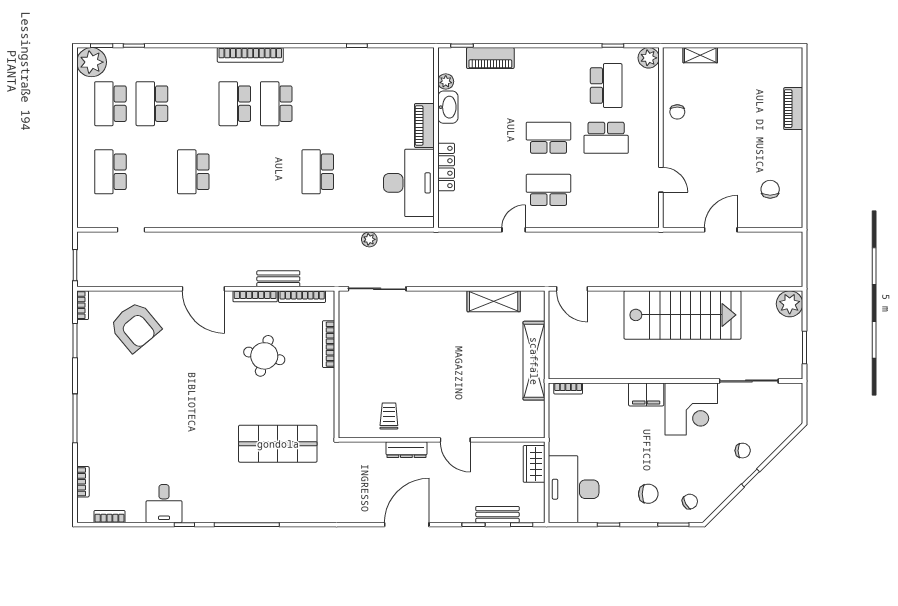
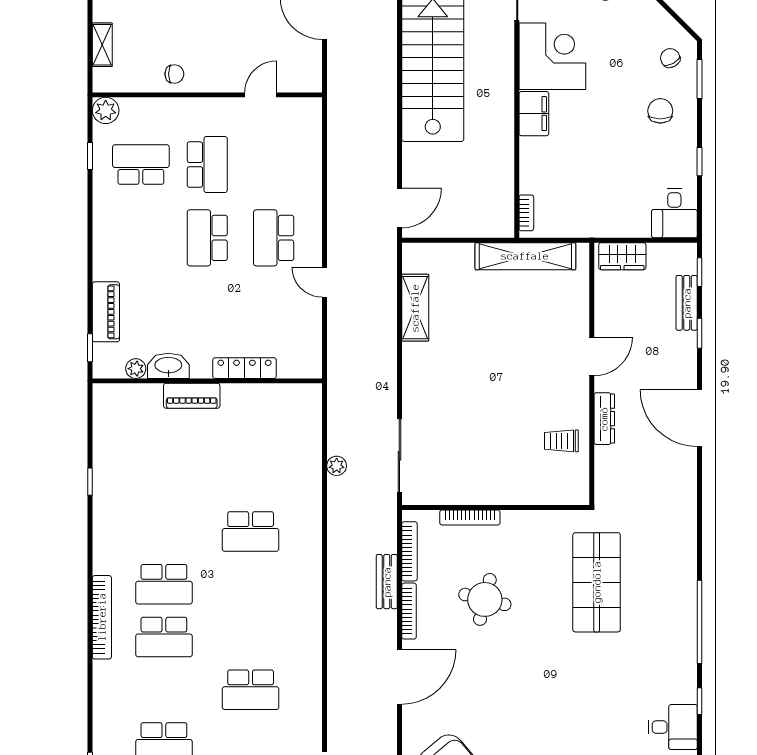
desk: (409, 183) -> (265, 415), removed
shelving: (534, 361) -> (525, 256), moved
desk: (574, 489) -> (674, 213), width x0.53, depth x0.77

